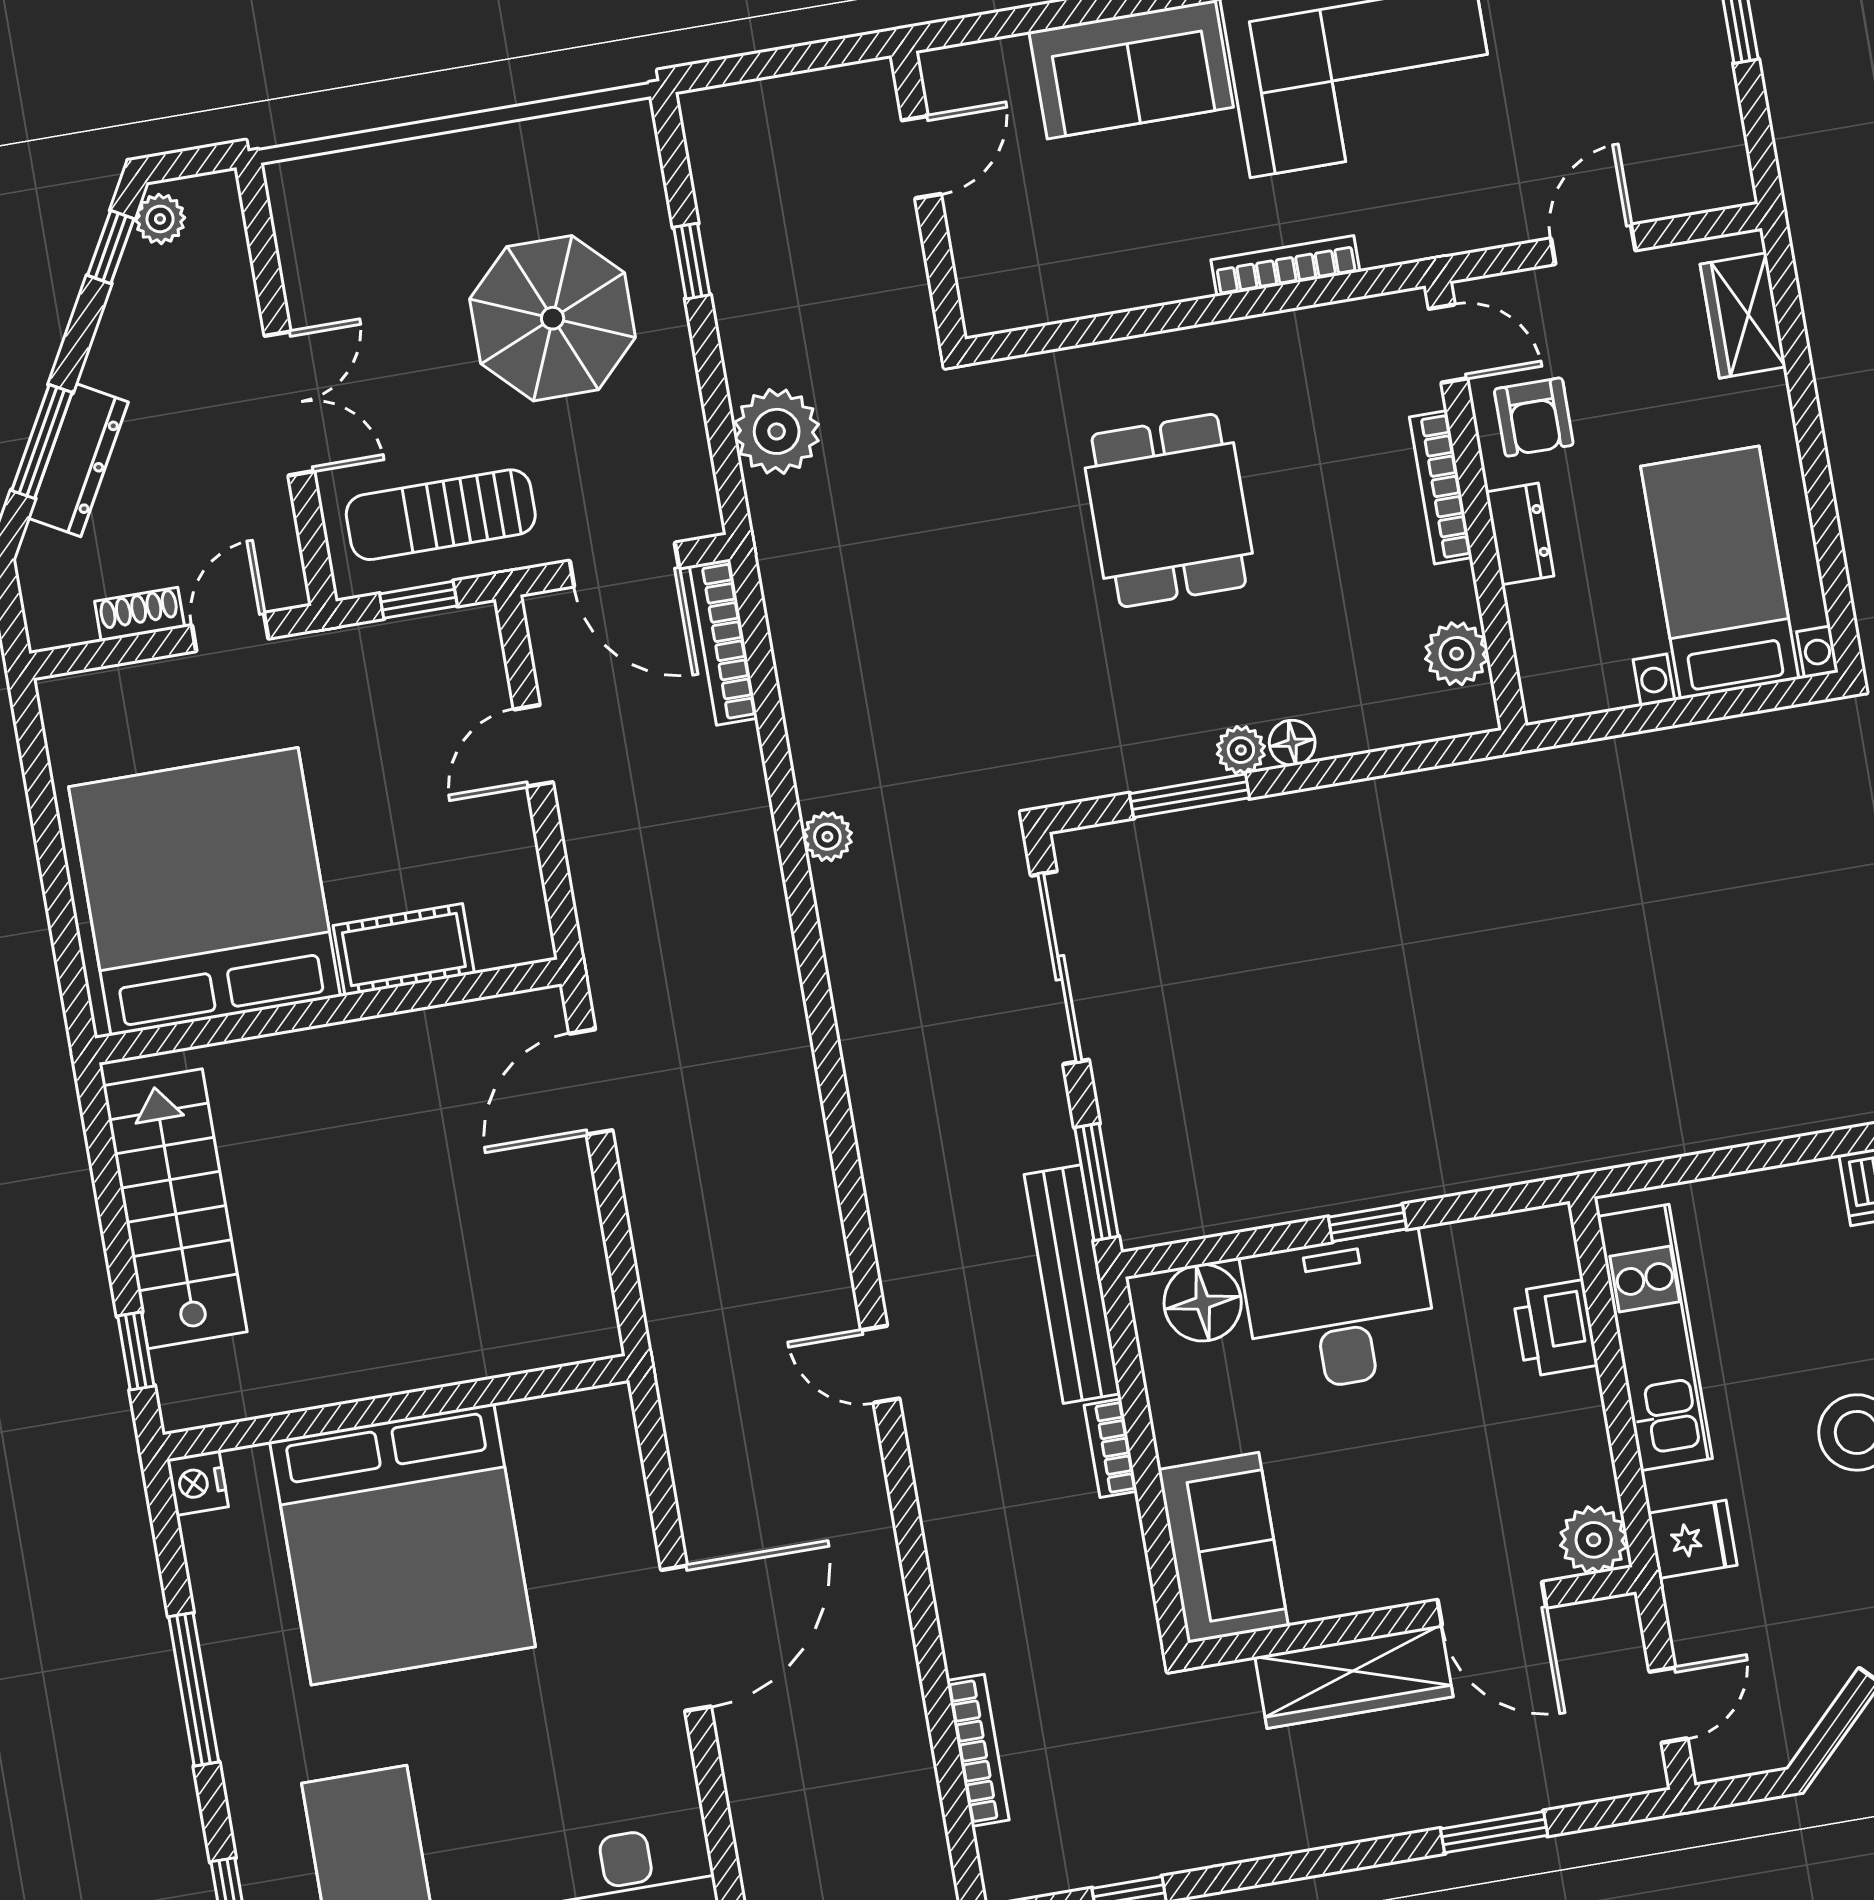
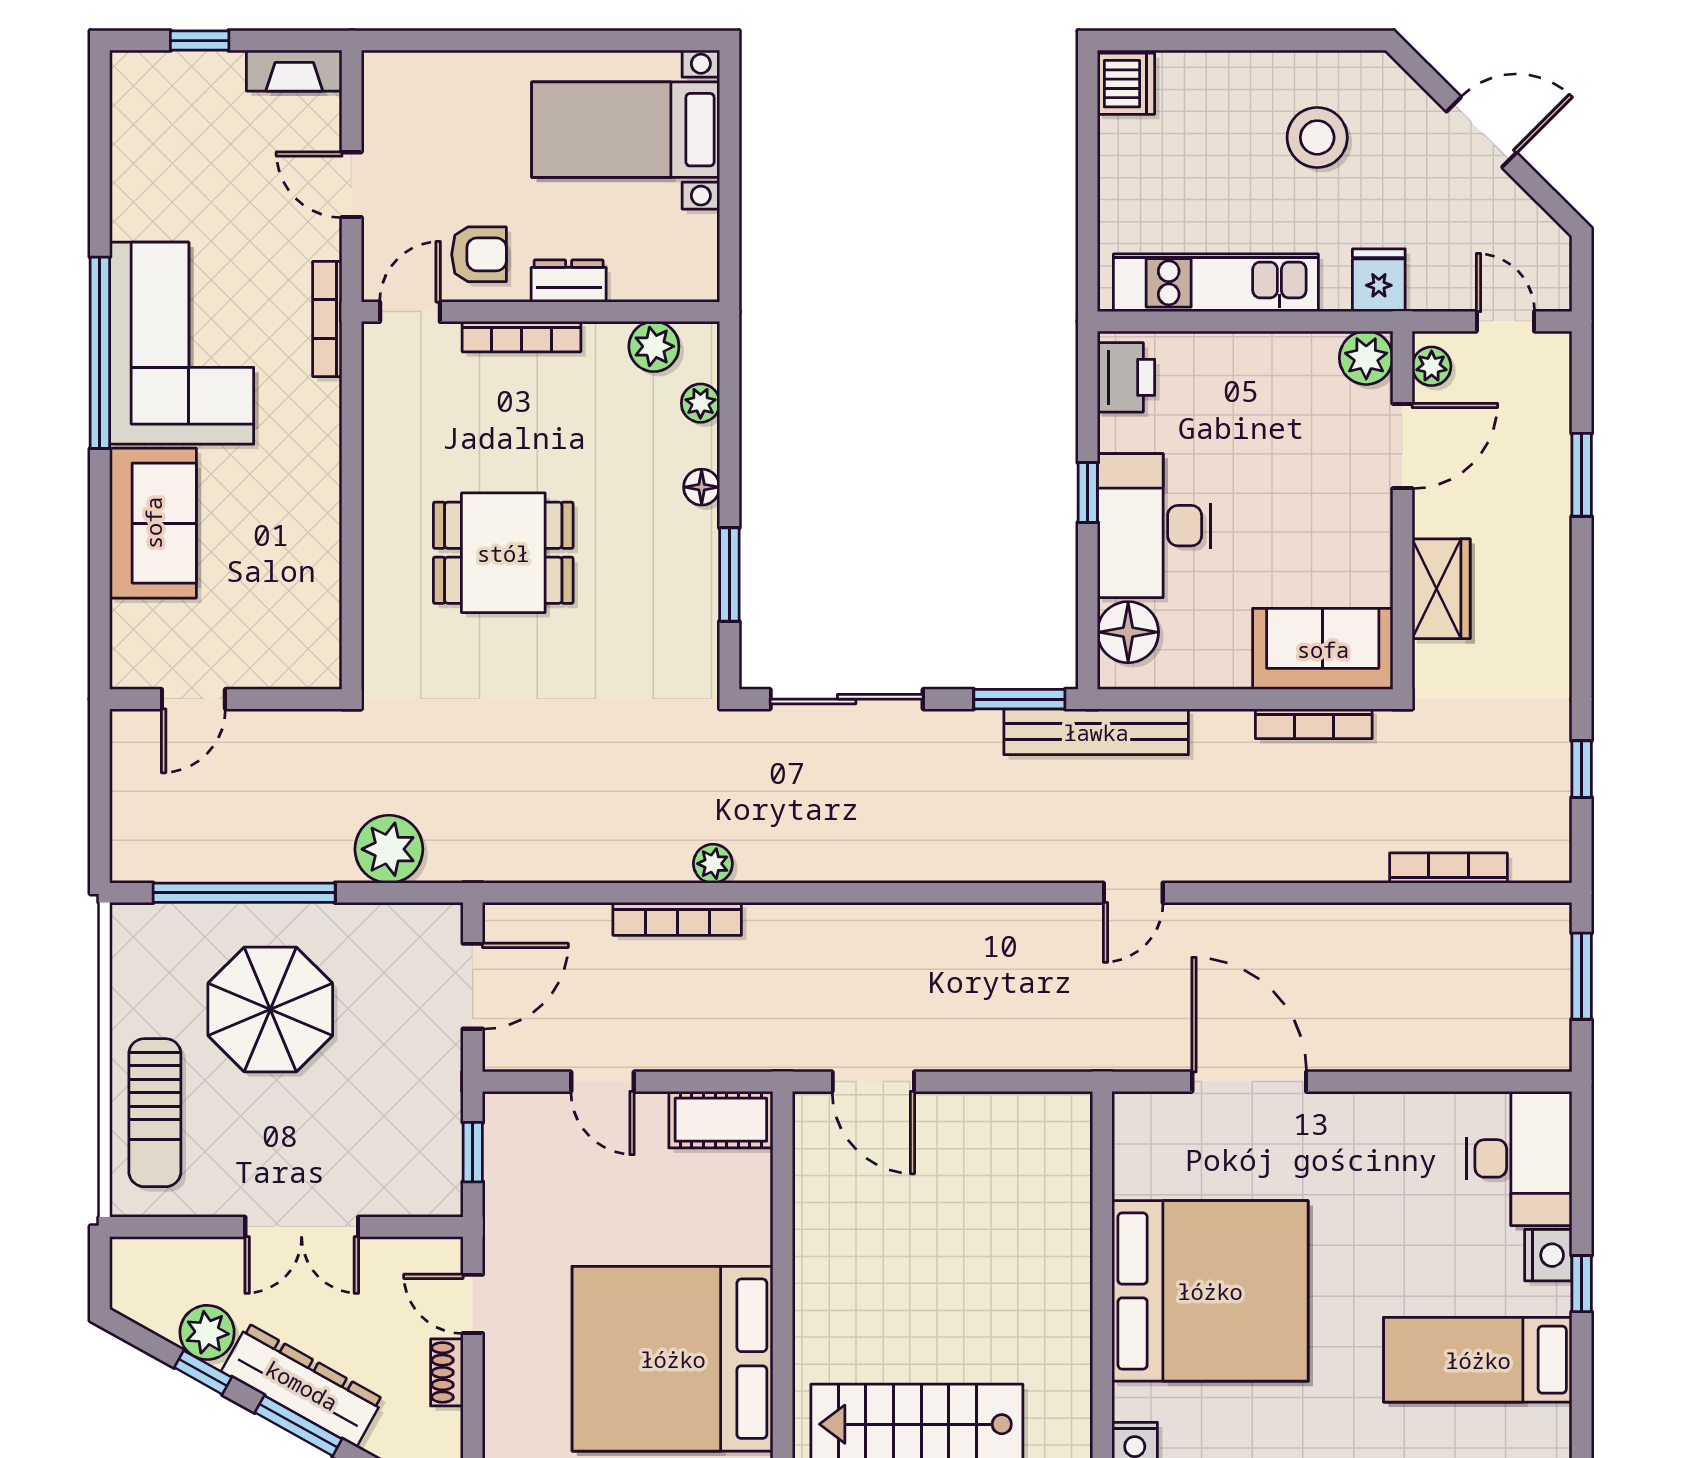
fireplace: (1723, 149) -> (294, 71), added
door: (921, 157) -> (193, 699), swing flipped
plant: (160, 219) -> (207, 1332), moved, width x1.38, depth x1.38
window: (111, 247) -> (203, 1372), moved
window: (692, 261) -> (244, 893), width x3.17
bookcase: (1285, 266) -> (327, 319), moved
wardrobe: (1743, 316) -> (427, 77), removed
double door: (289, 403) -> (302, 1227), swing flipped
dresser: (78, 460) -> (302, 1385), width x1.37, depth x1.24
sun lounger: (441, 515) -> (155, 1113), moved
bookcase: (723, 642) -> (677, 919), moved
plant: (1241, 750) -> (700, 403), moved
cot: (404, 950) -> (721, 1120), moved, turned 90
printer: (1555, 1328) -> (1126, 377), moved, turned -90
bookcase: (1111, 1448) -> (1314, 724), moved, width x1.56
plant: (1597, 1623) -> (1432, 366), added
door: (686, 1638) -> (1249, 1082), moved
wardrobe: (1354, 1677) -> (1441, 589), width x0.67

